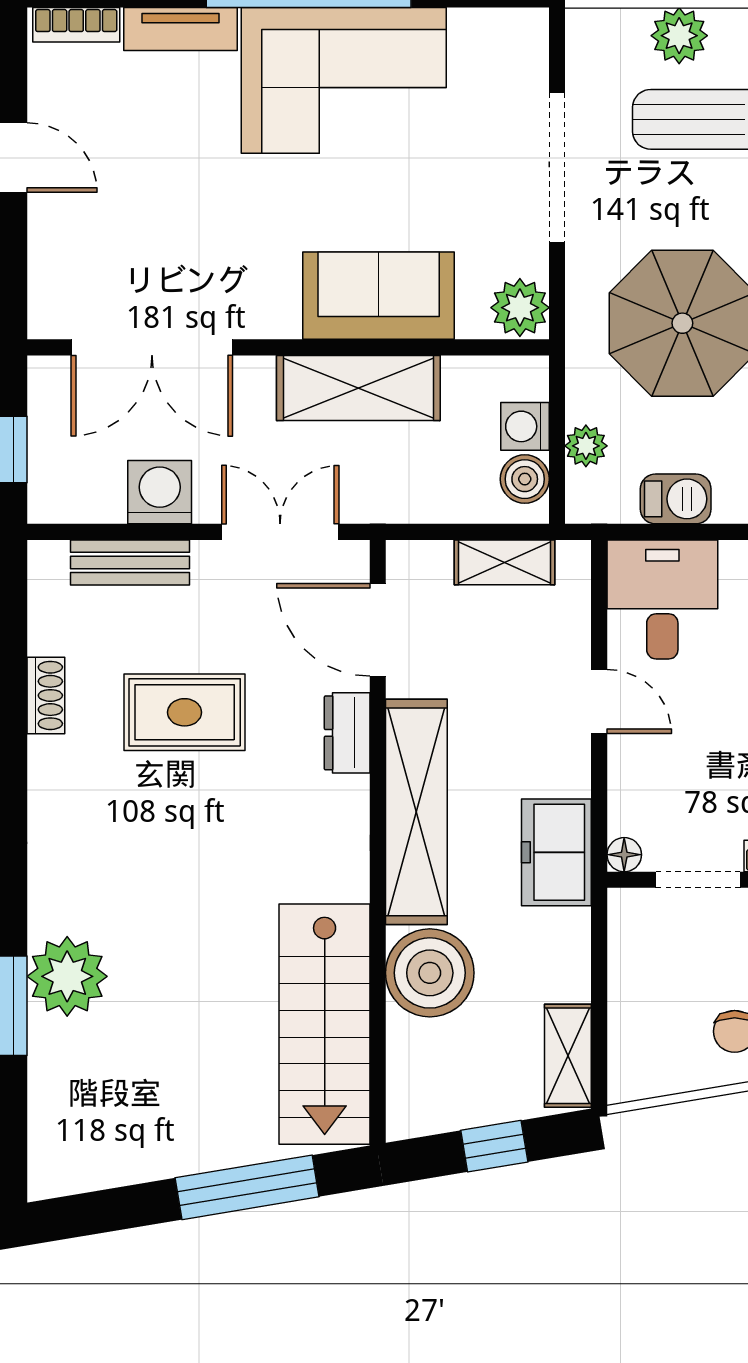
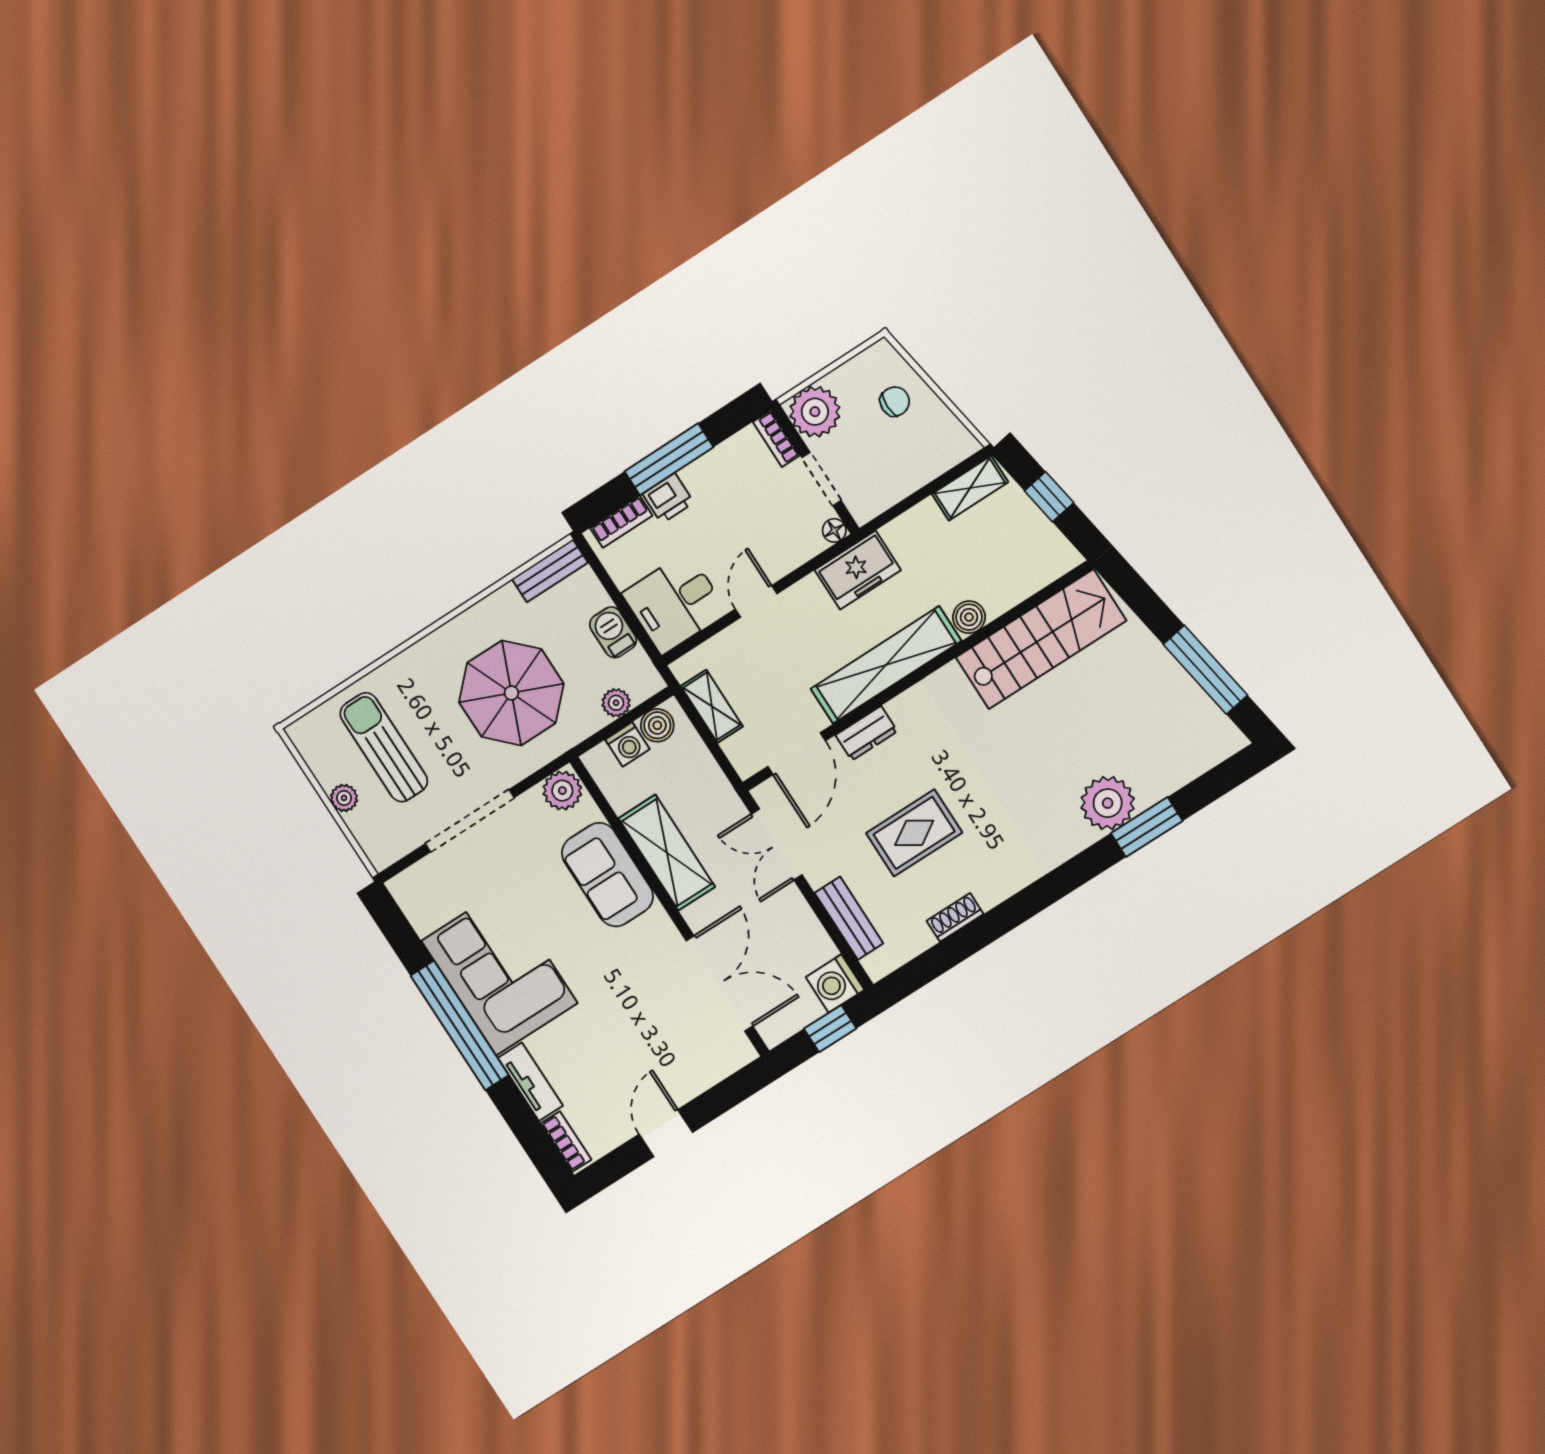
plant: (679, 36) -> (344, 798), width x0.73, depth x0.73
washing machine: (160, 492) -> (835, 984), moved
rug: (185, 712) -> (914, 833), turned 90
boiler: (430, 973) -> (969, 617), width x0.54, depth x0.54
window: (247, 1187) -> (1205, 670), moved

